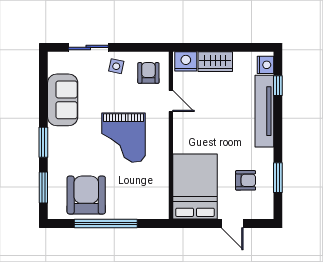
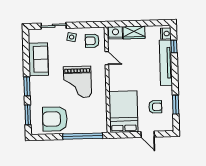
armchair: (148, 73) -> (92, 41), turned -90
armchair: (86, 195) -> (55, 119), turned -90
window: (106, 223) -> (83, 136), moved

